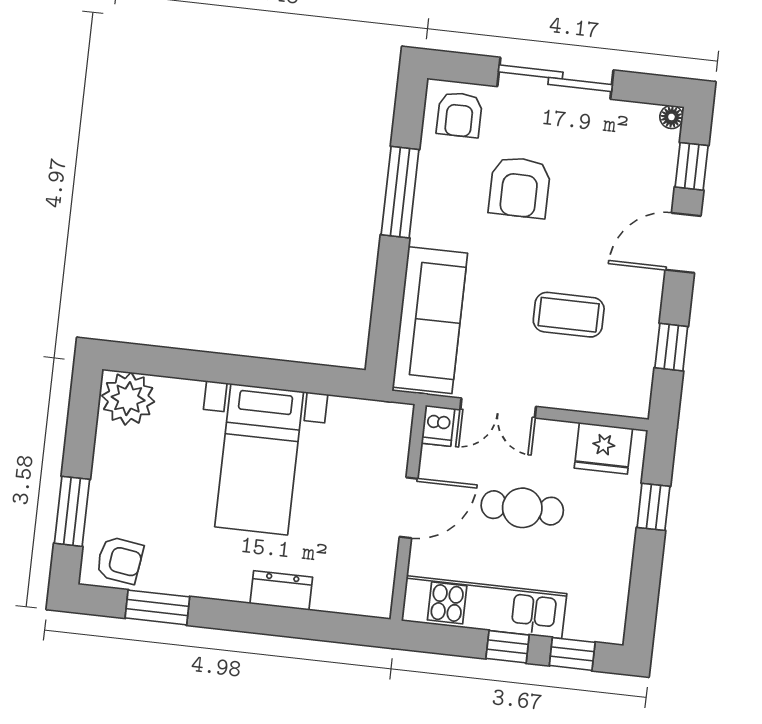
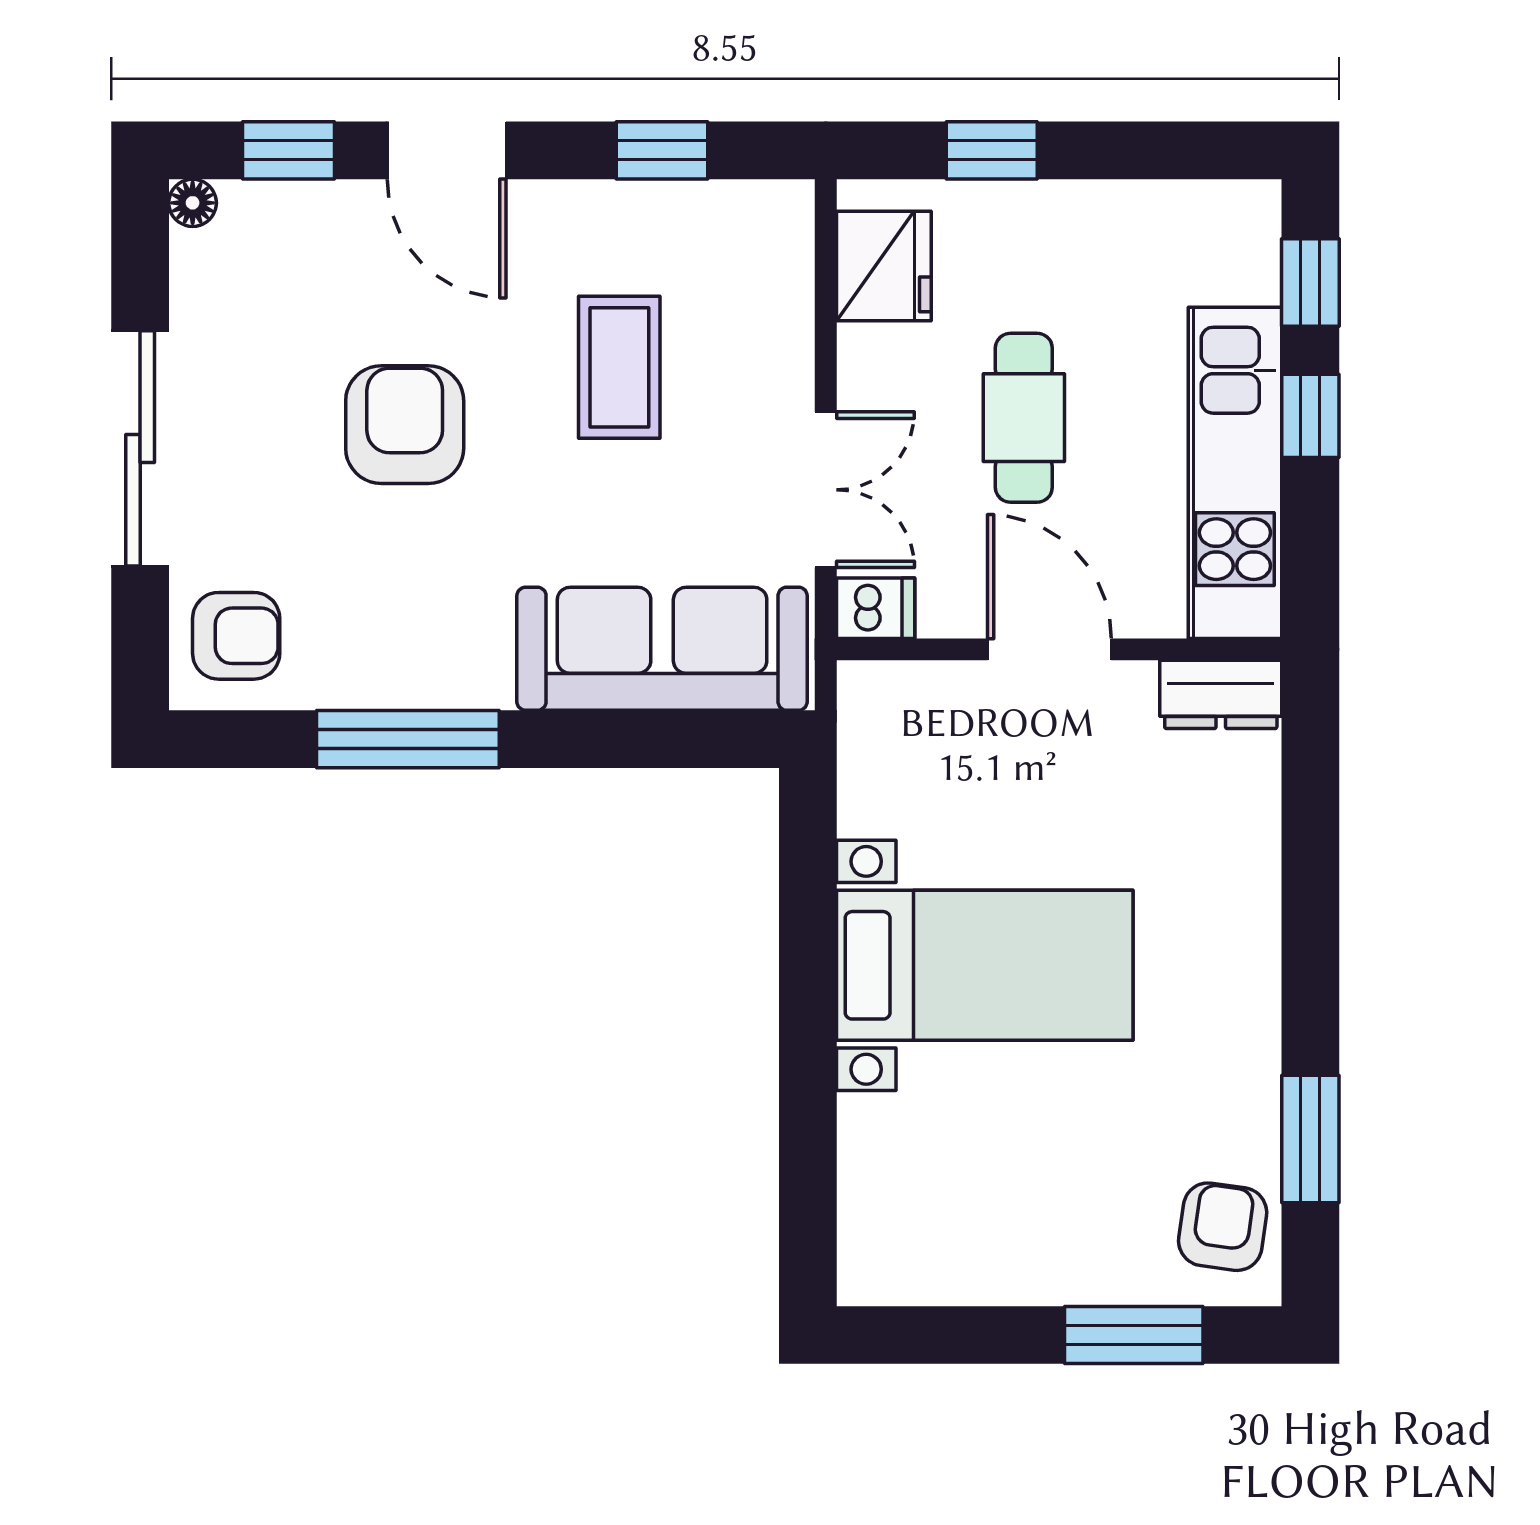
armchair: (520, 187) -> (405, 425), moved, turned -90
plant: (128, 399) -> (891, 1246), removed
dresser: (281, 590) -> (1221, 694), moved, turned -90

